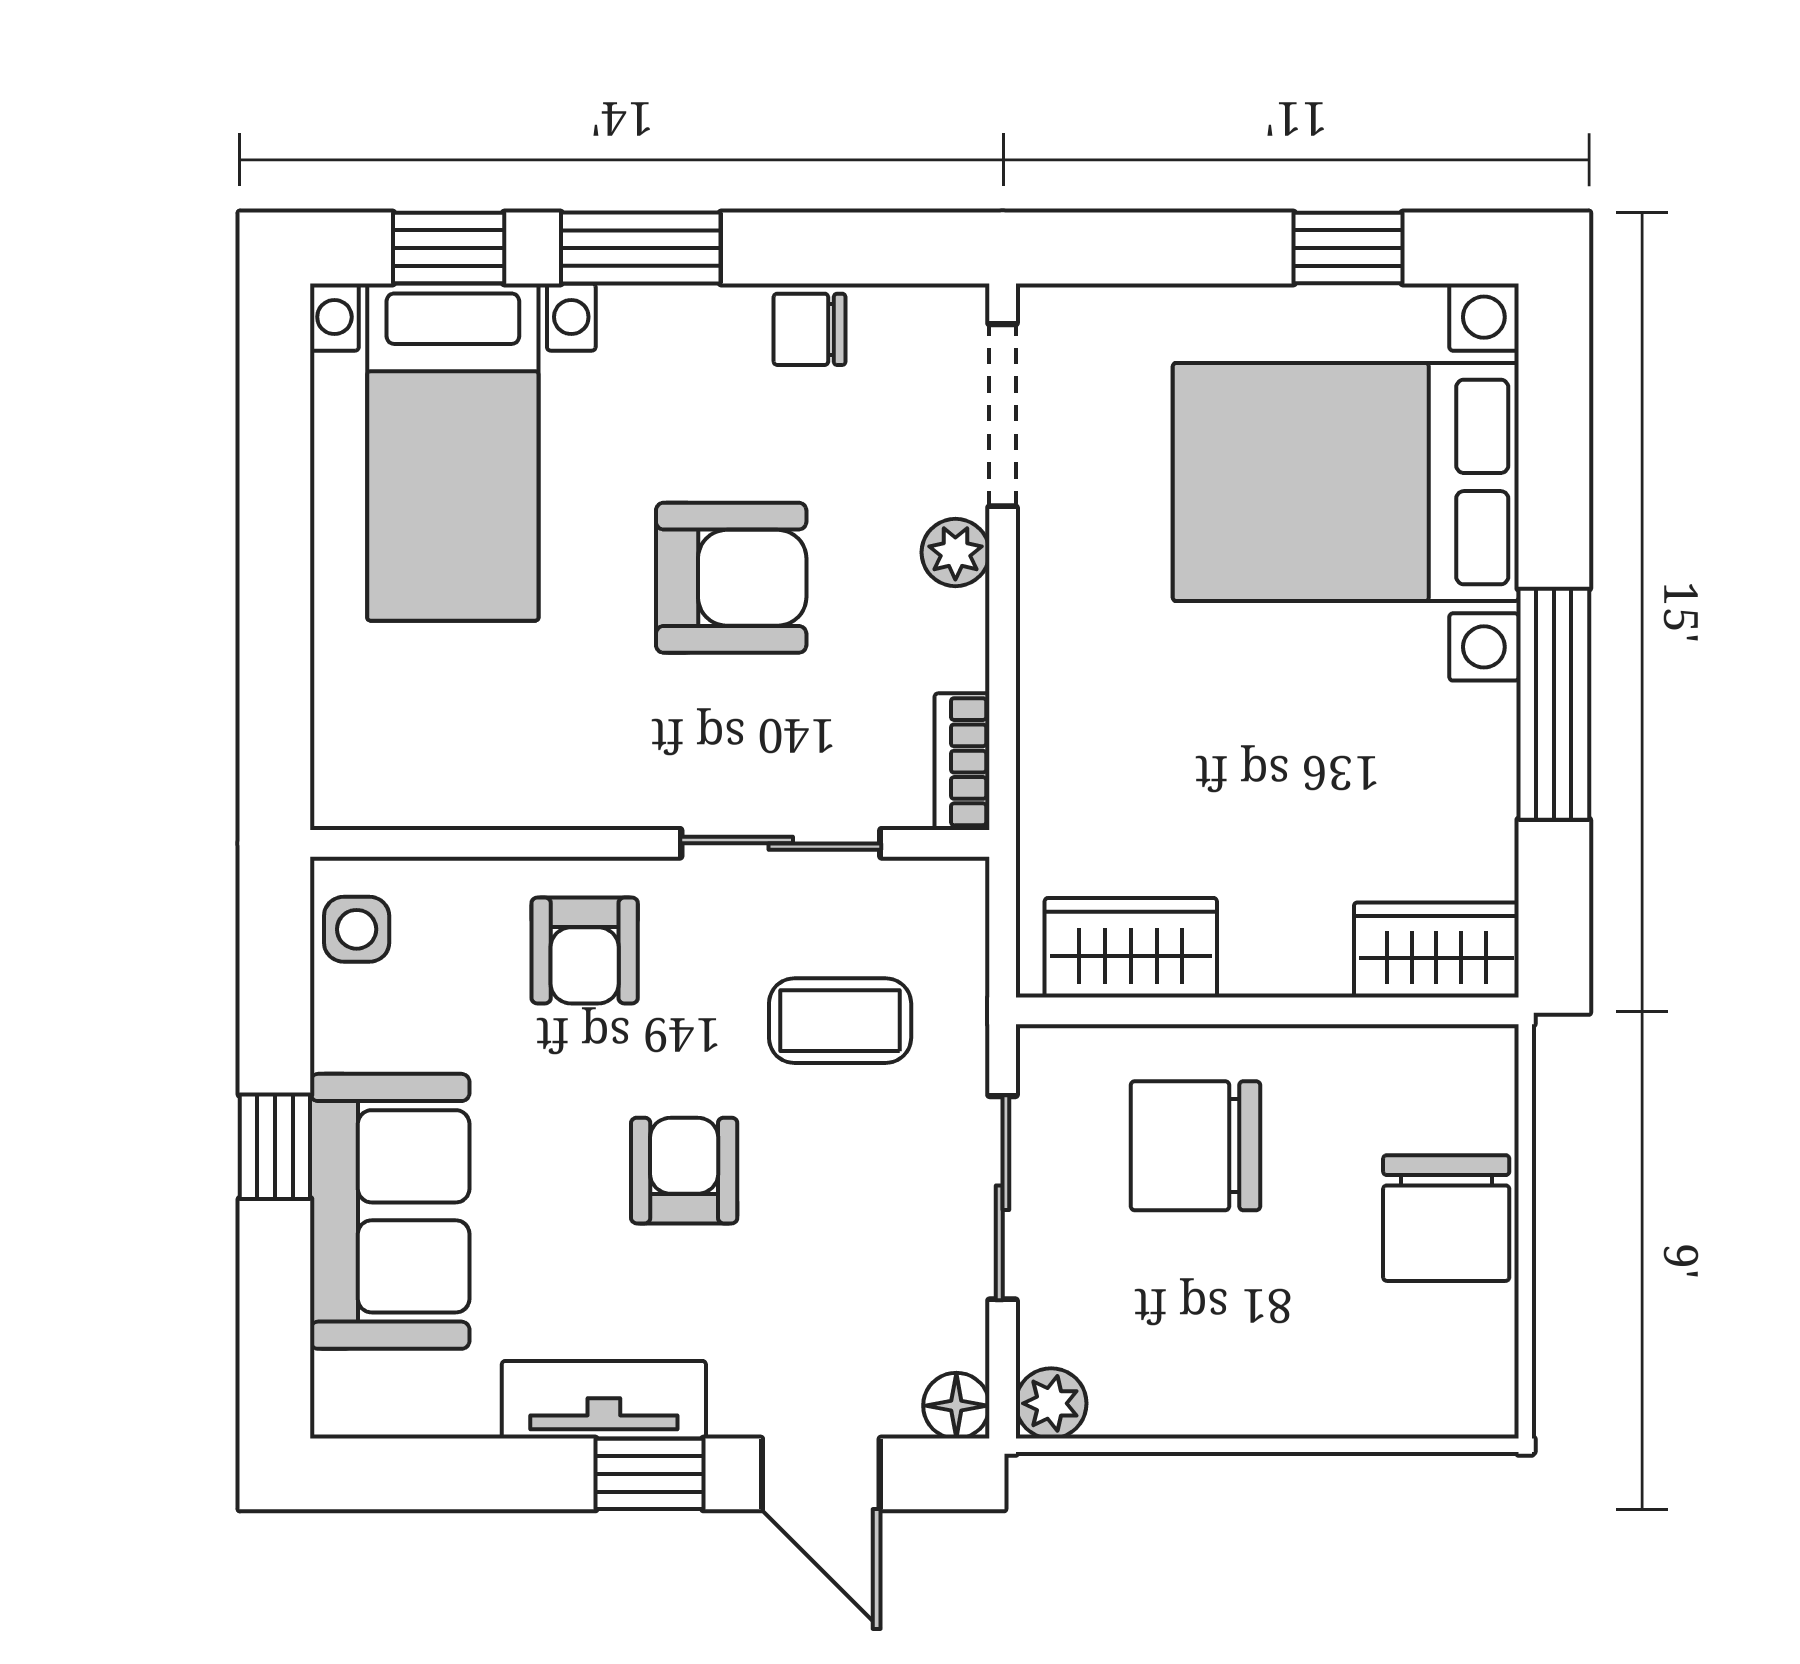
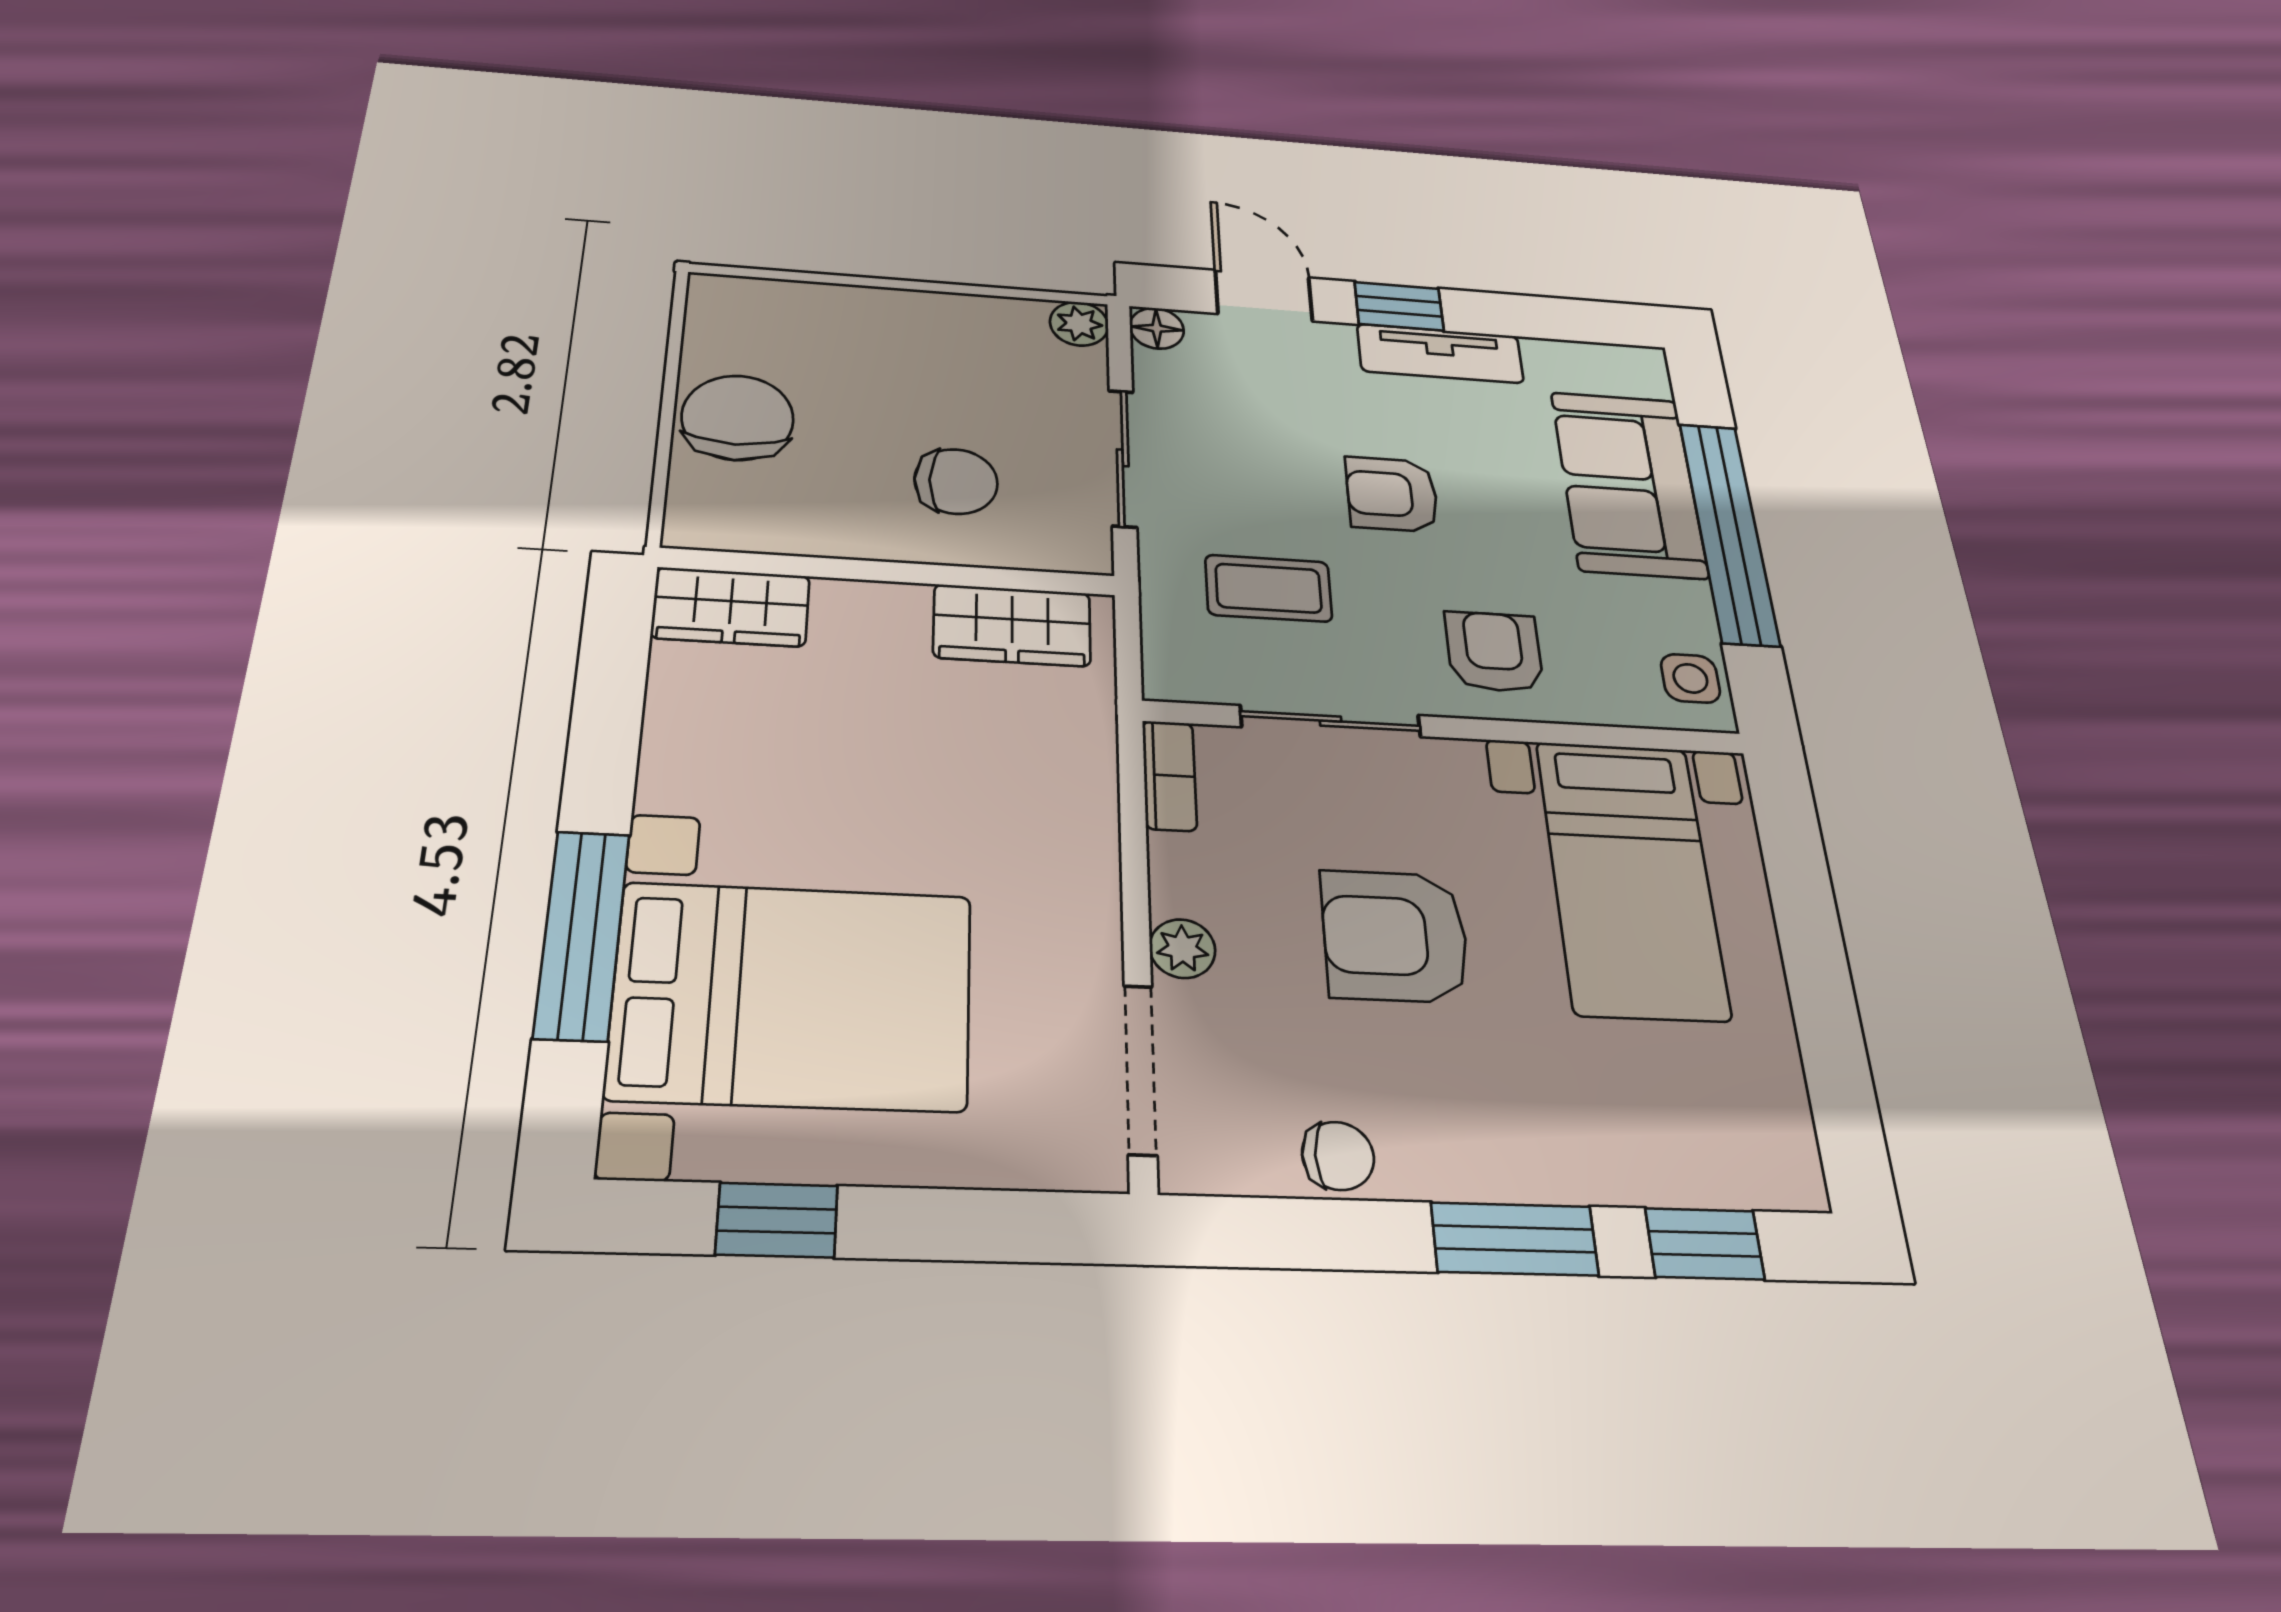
bed with nightstands: (453, 452) -> (1631, 878), moved, turned 180
window: (1554, 704) -> (582, 934), moved
chair: (1195, 1146) -> (956, 481), width x0.73, depth x0.73
window: (275, 1147) -> (1729, 533), width x3.17
armchair: (684, 1171) -> (1392, 494), turned 90

